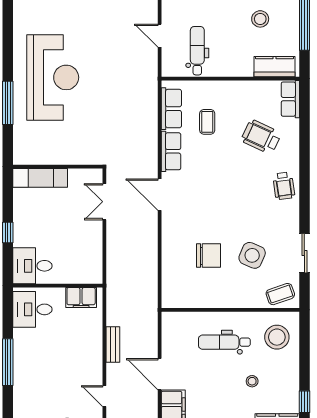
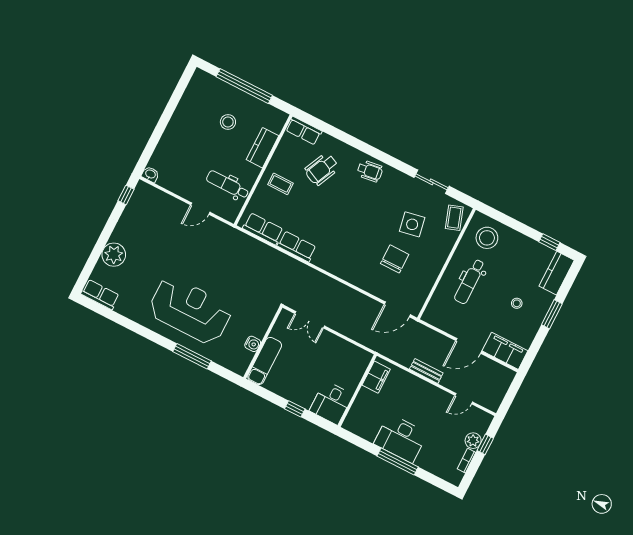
kitchen counter: (275, 67) -> (263, 148), moved
coffee table: (207, 122) -> (281, 184), moved
water cooler: (51, 157) -> (253, 344), added
door: (160, 195) -> (397, 309), moved
side table: (252, 255) -> (412, 224), turned -34
desk: (32, 309) -> (401, 438), moved, width x1.37
stool: (252, 381) -> (517, 303), moved

